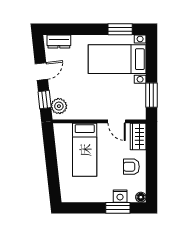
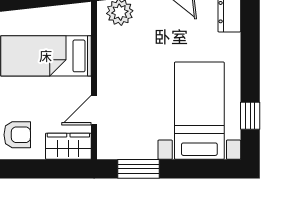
window: (120, 29) -> (250, 116), width x0.67
armchair: (131, 167) -> (17, 135), turned 90

